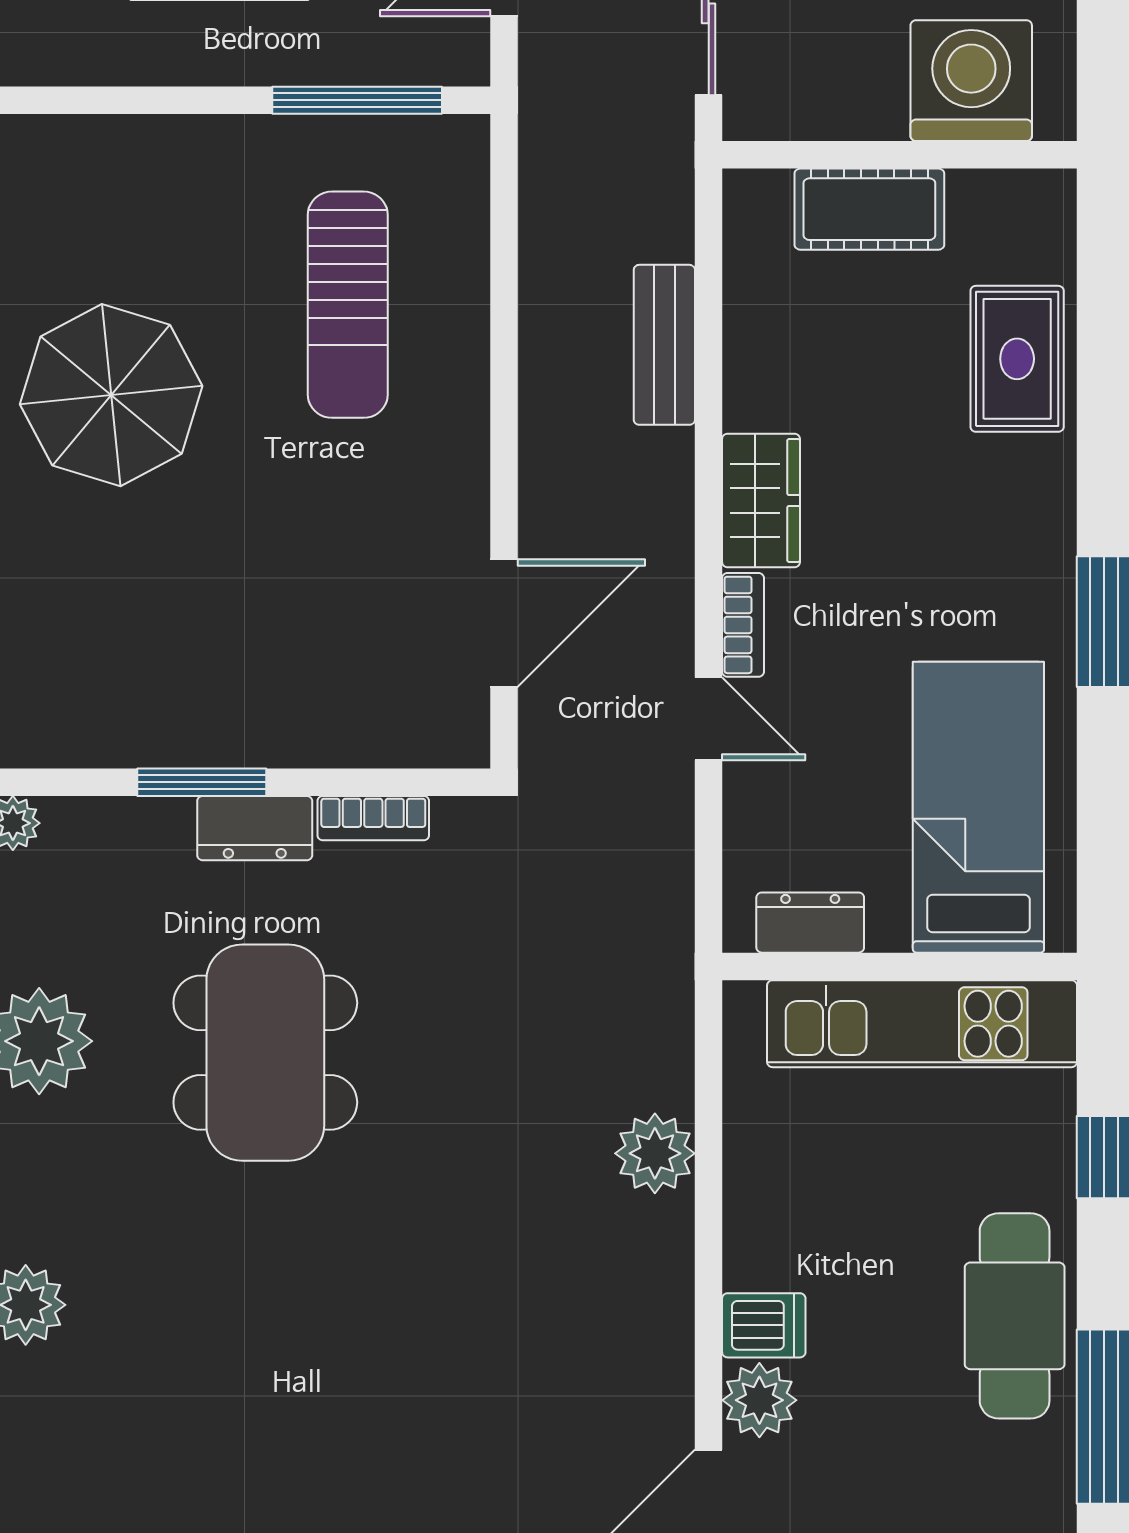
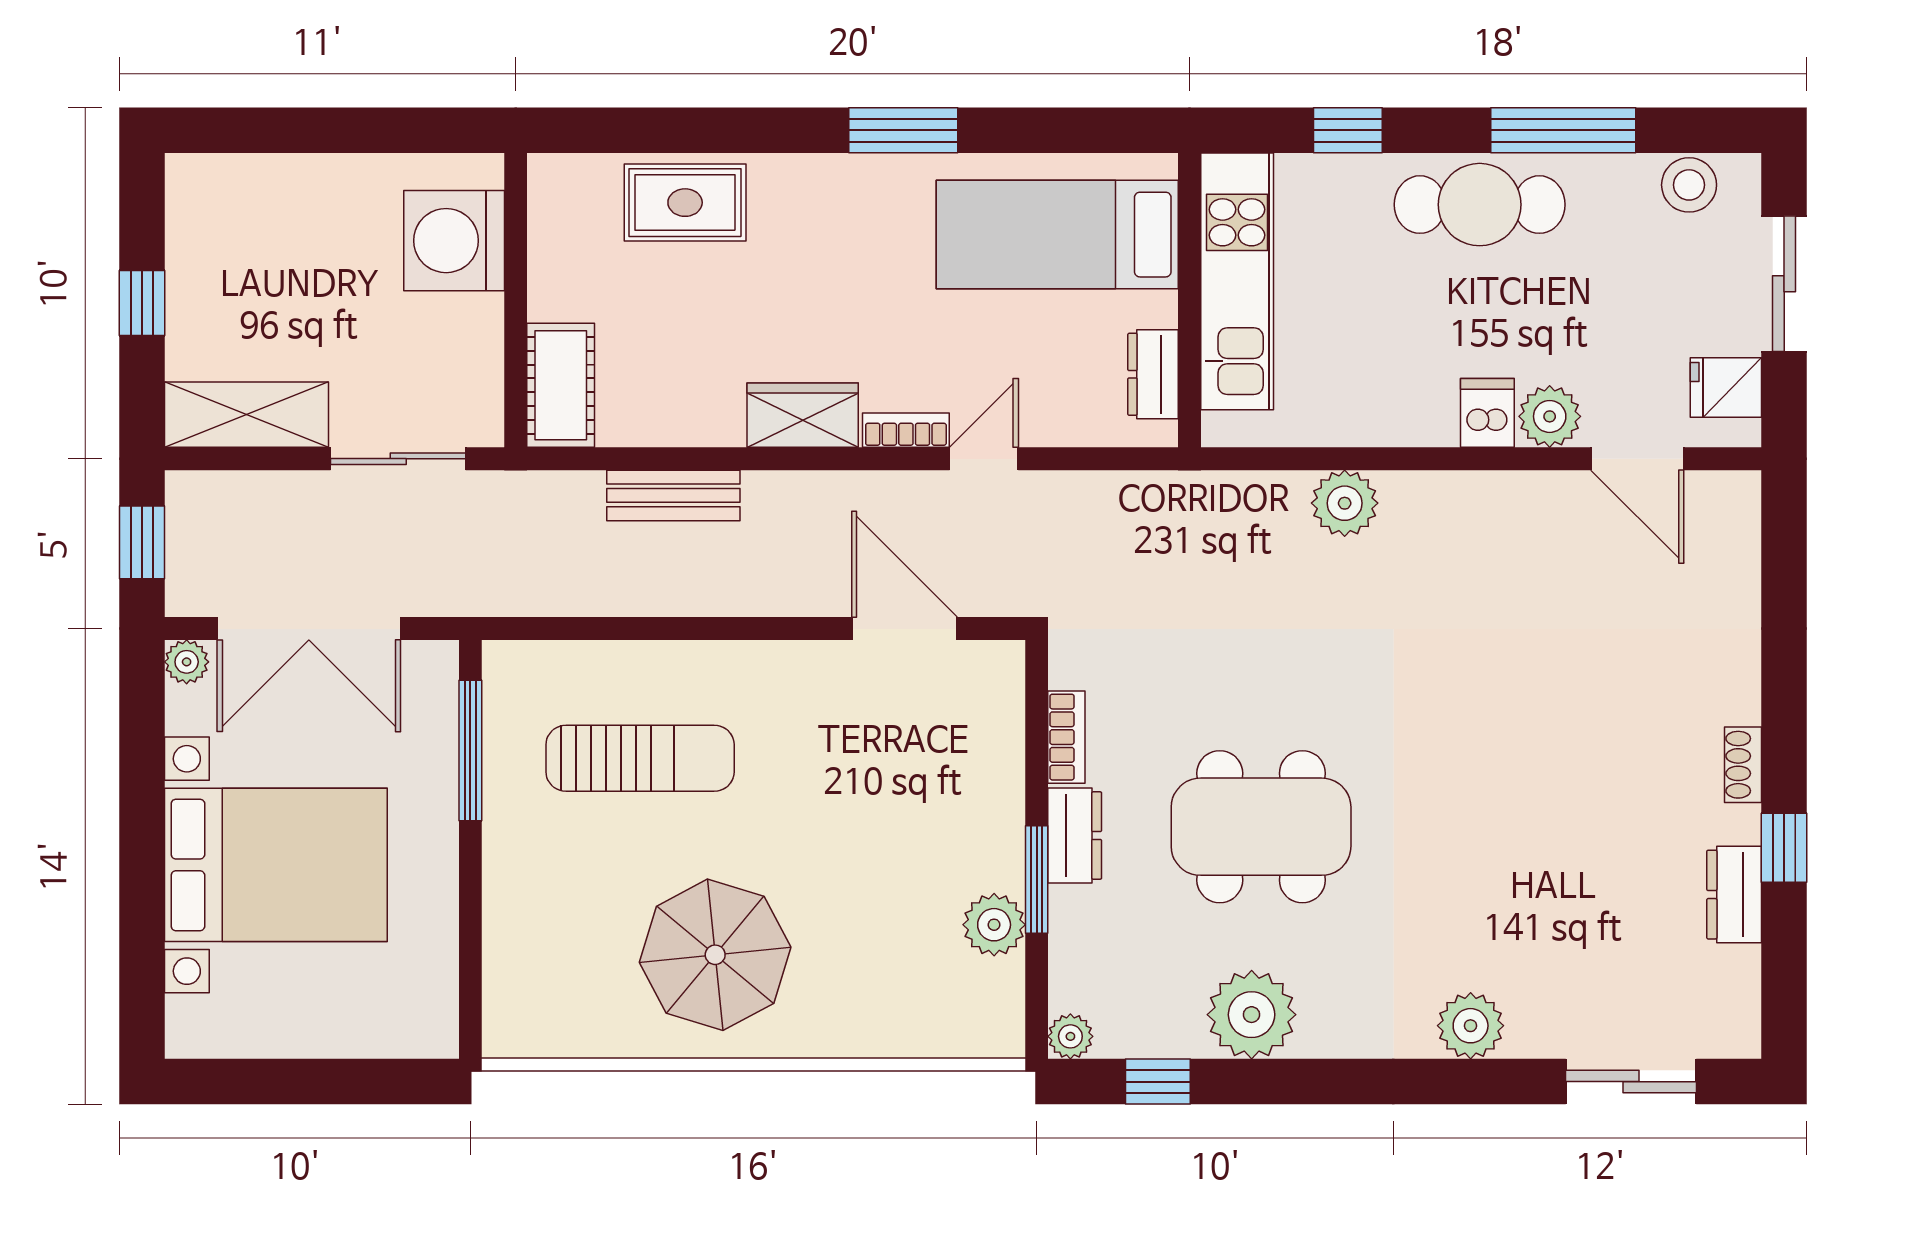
cot: (869, 209) -> (561, 385), moved
plant: (147, 731) -> (994, 925), added

